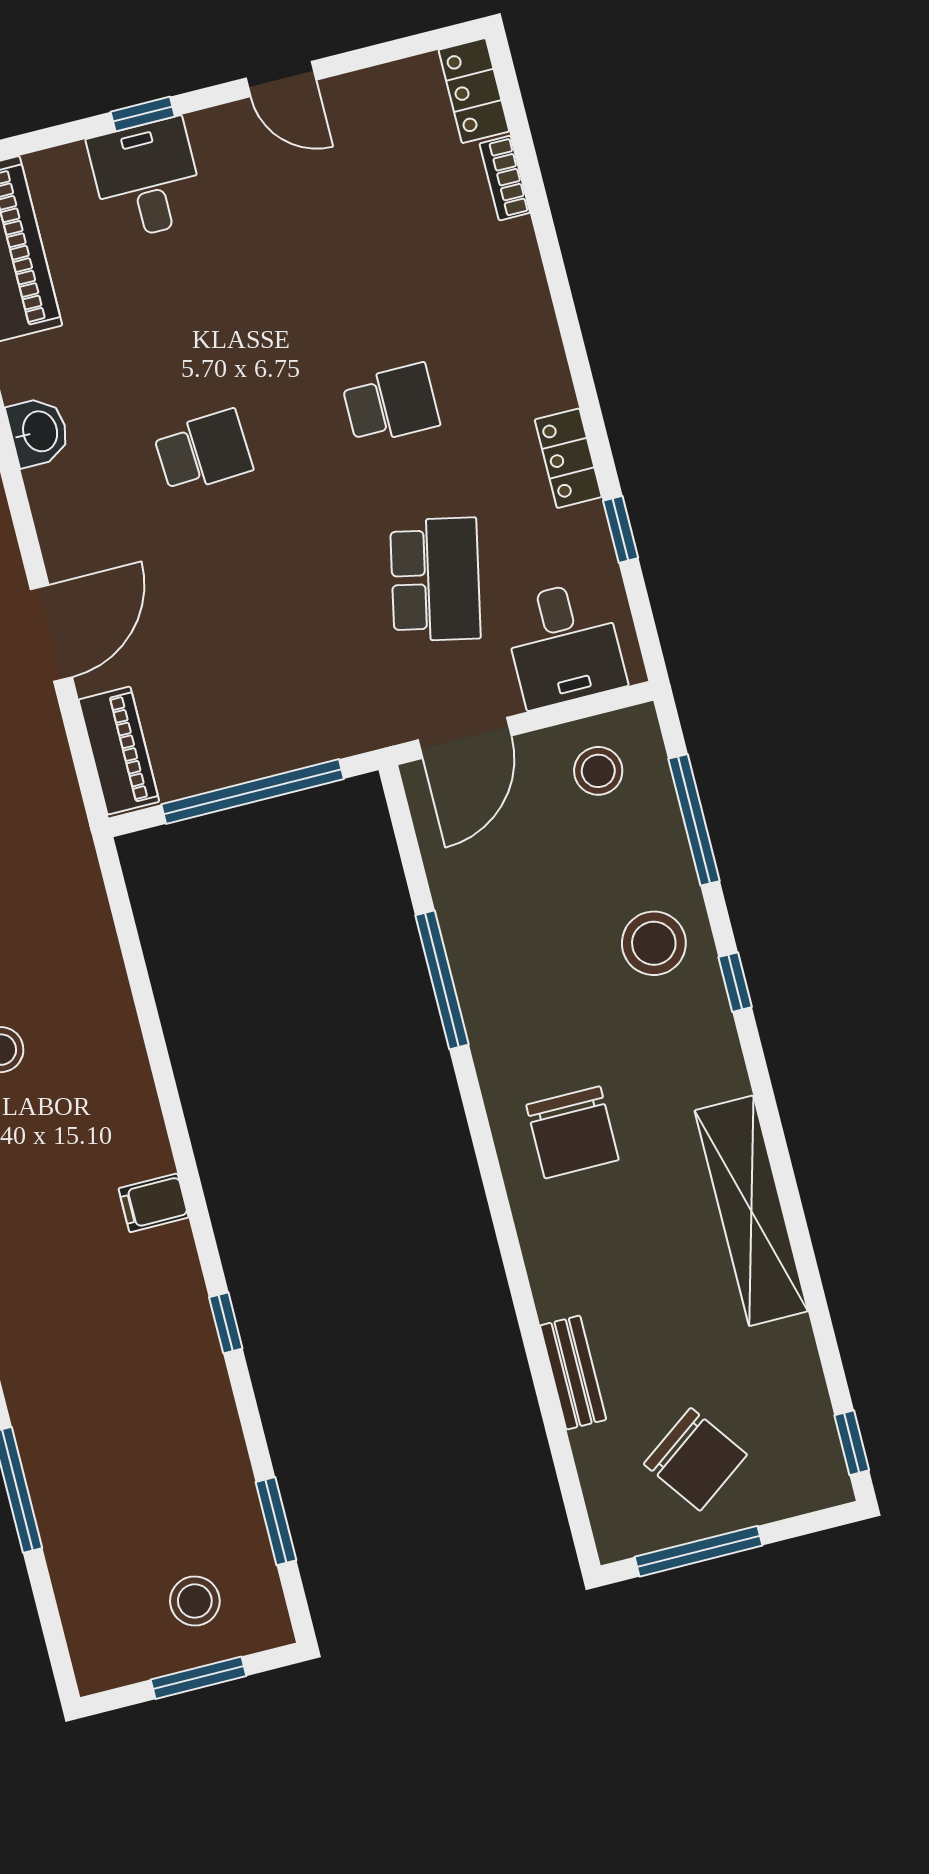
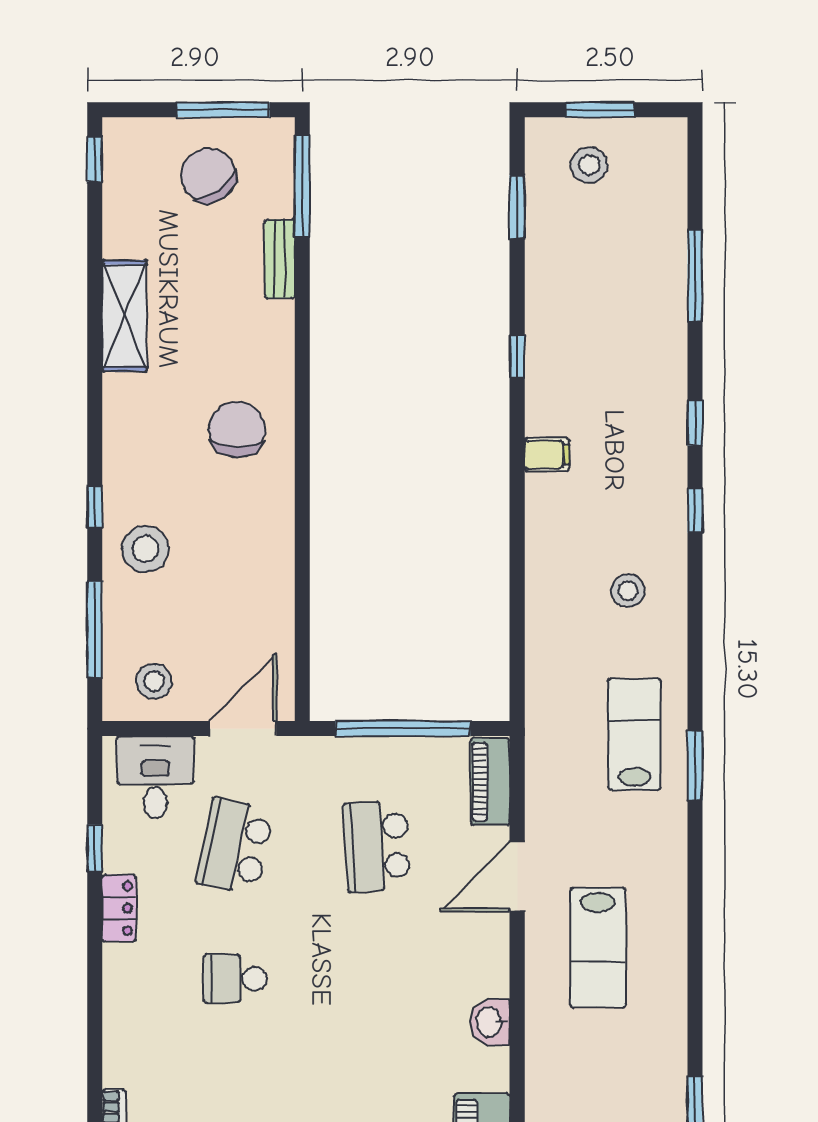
school desk: (203, 451) -> (377, 846), moved, width x1.85
window: (442, 980) -> (302, 186), moved
shelving: (751, 1211) -> (124, 316), width x0.68

